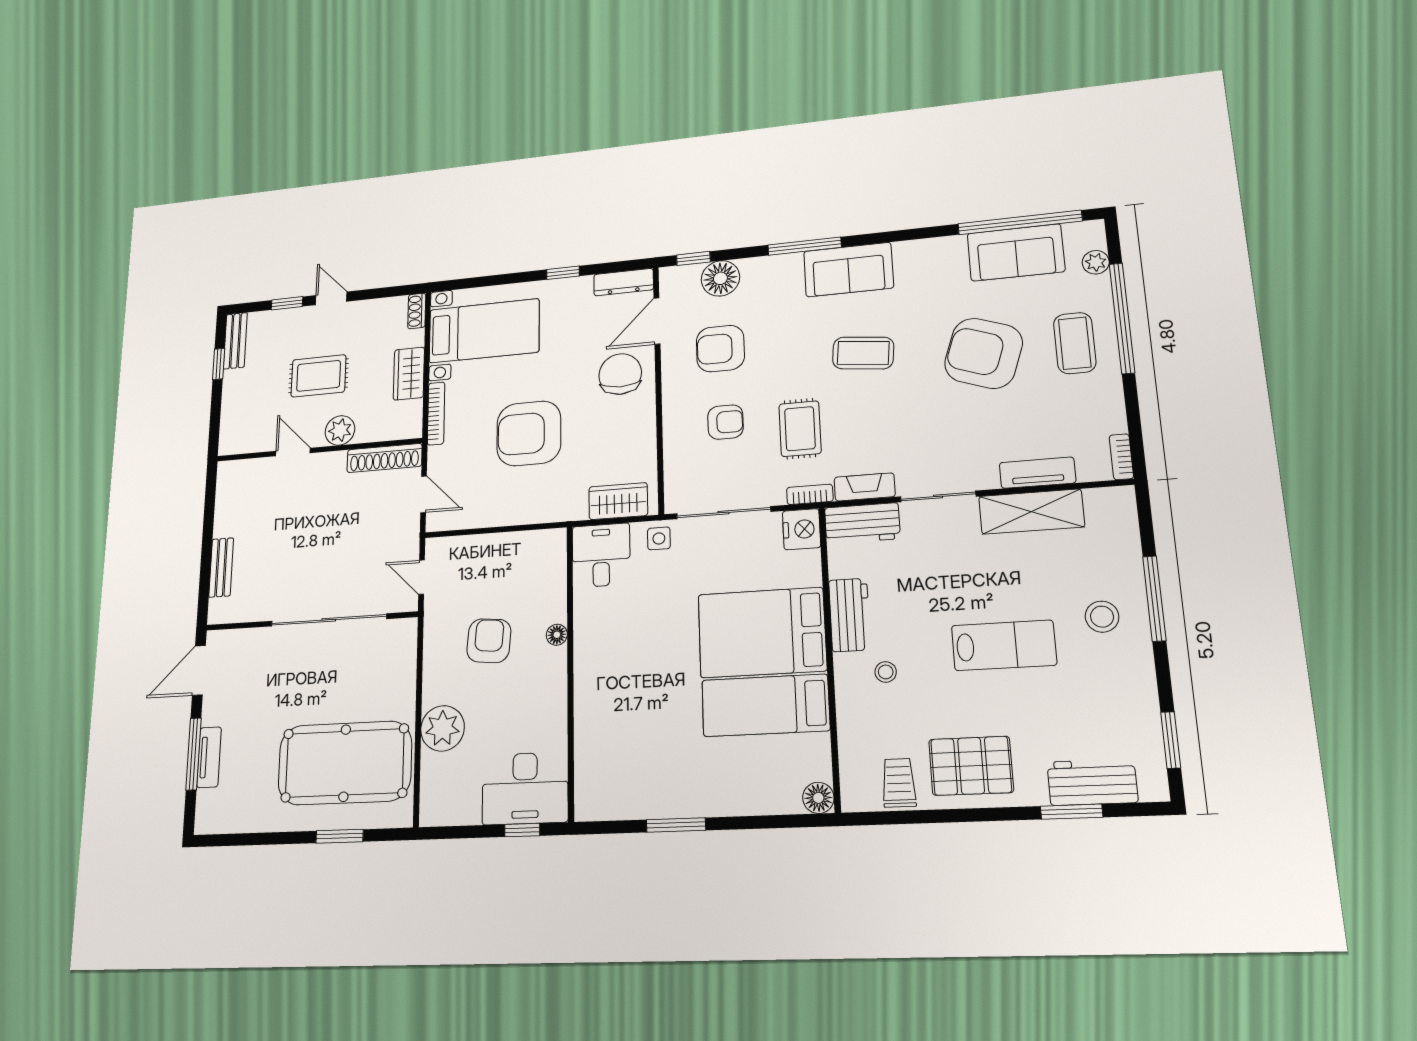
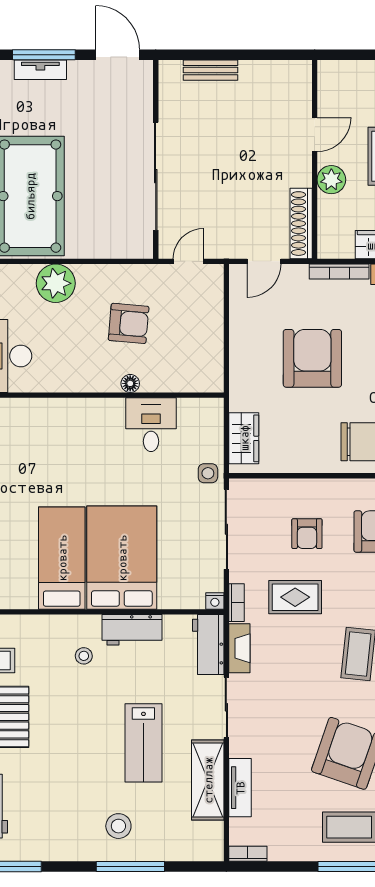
nightstand: (801, 529) -> (215, 601), width x0.53, depth x0.56
desk: (601, 555) -> (151, 425), moved, turned -90
lab bench: (1004, 645) -> (143, 743), moved

